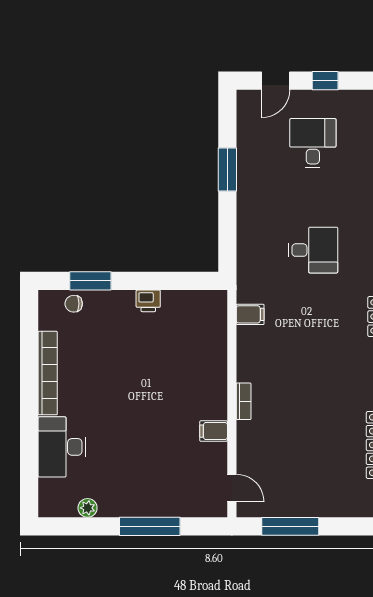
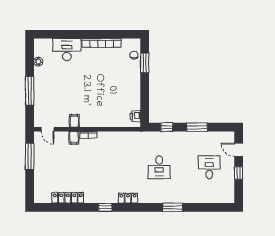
desk: (313, 143) -> (209, 167), turned -90
window: (227, 234) -> (167, 127), added
printer: (148, 301) -> (135, 116), moved
filing cabinet: (250, 314) -> (74, 138), moved
door: (232, 488) -> (48, 129), hinge flipped

